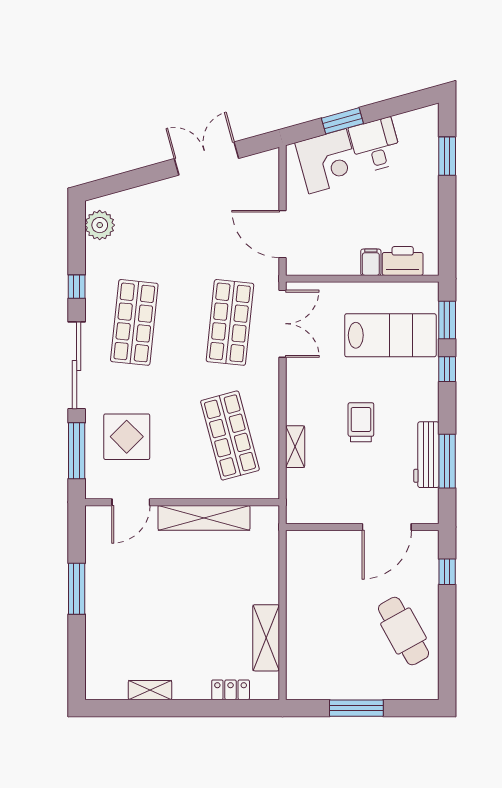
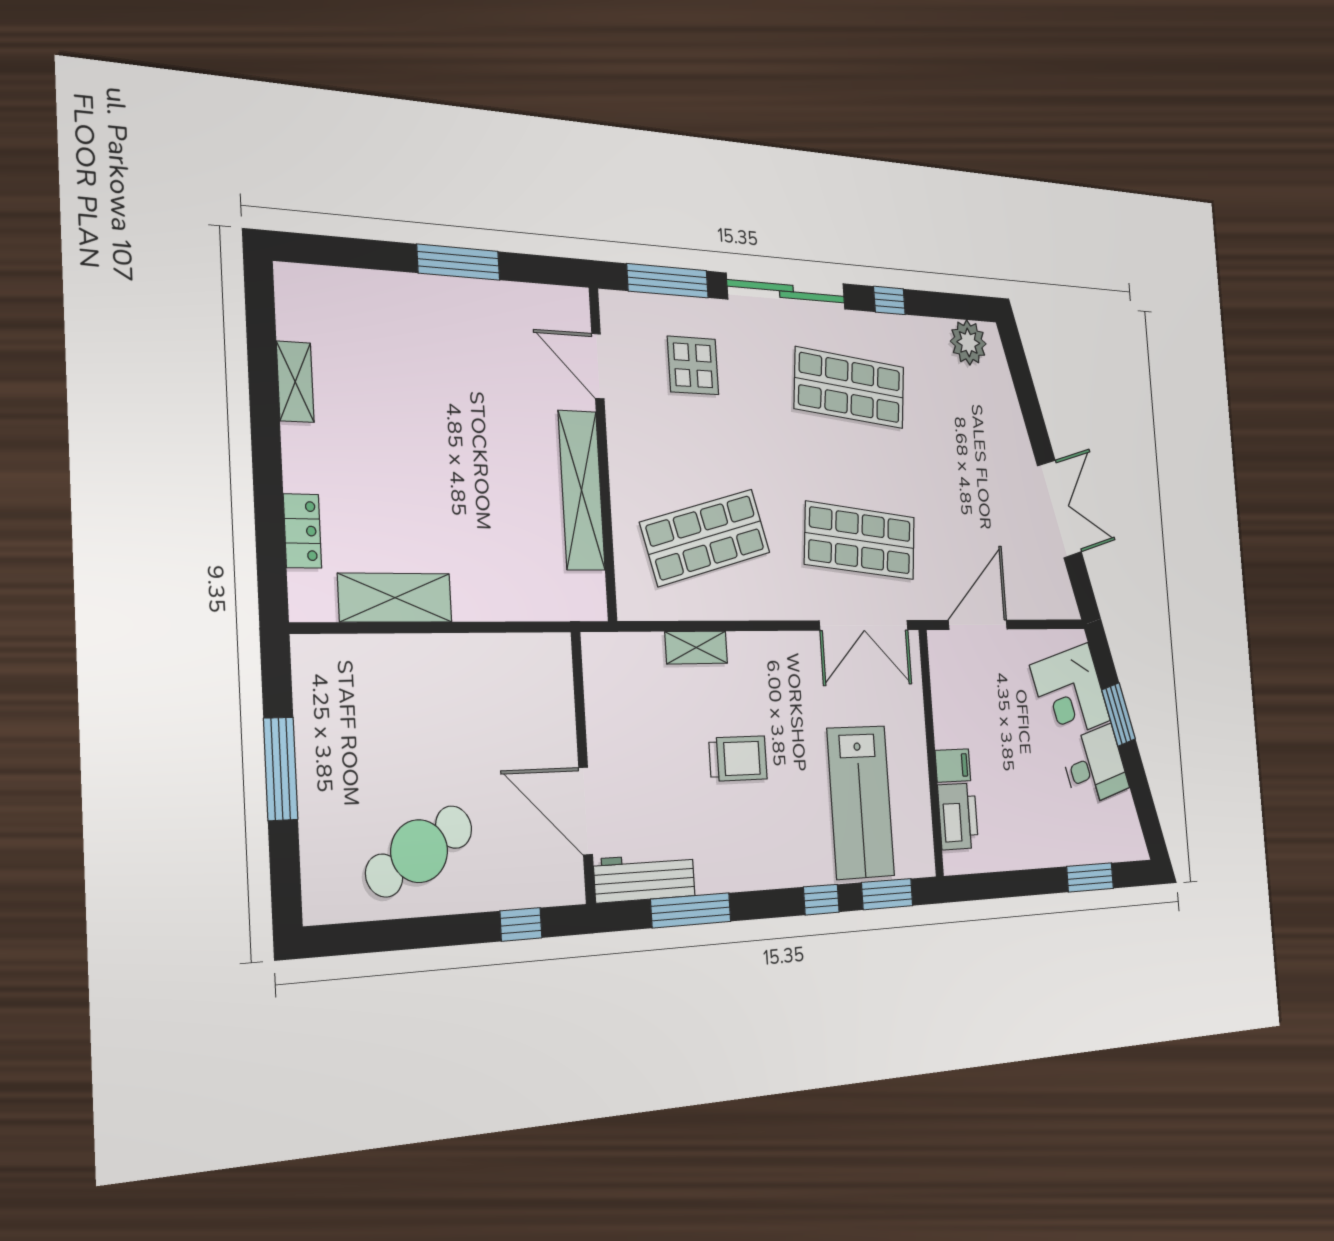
display table: (127, 437) -> (693, 365), width x0.73, depth x0.73
workbench: (426, 455) -> (645, 878), moved

